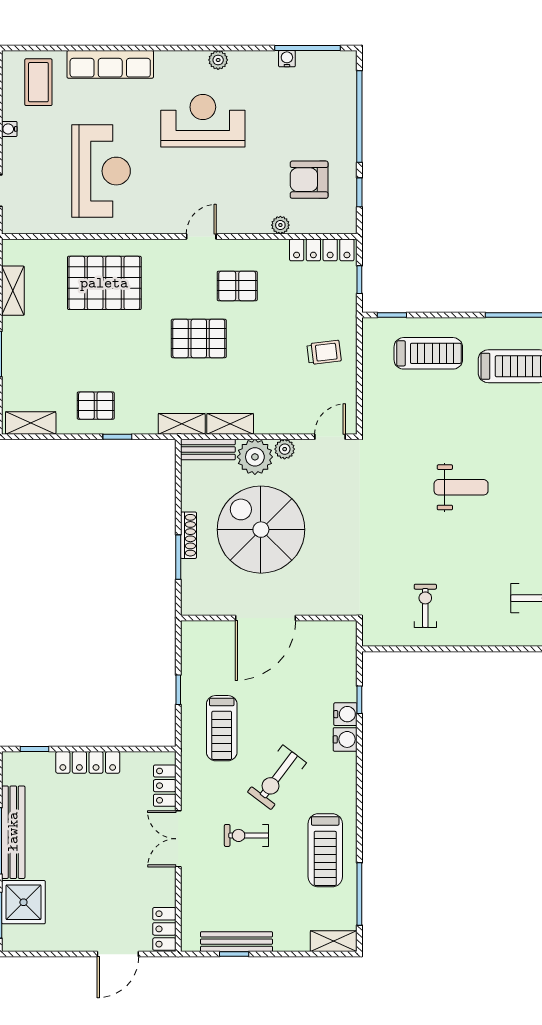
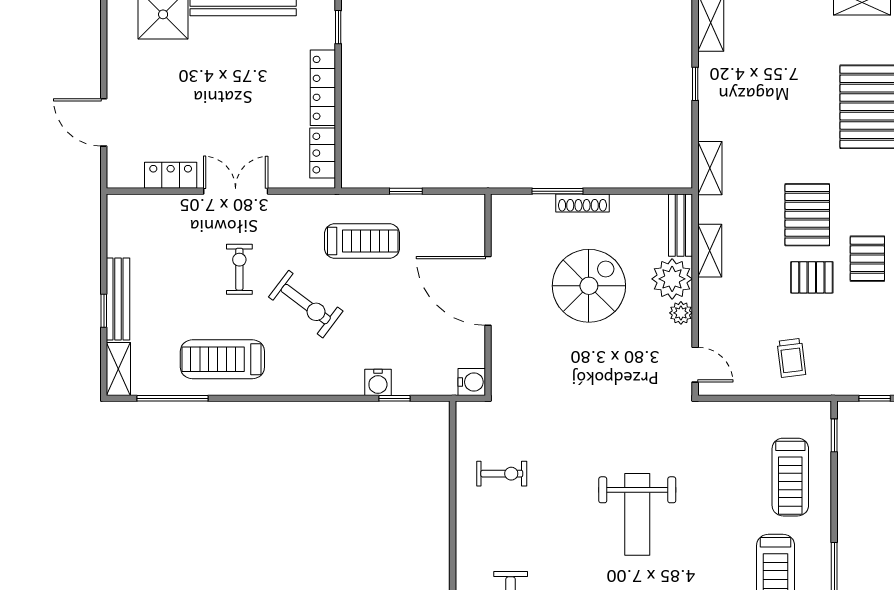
pallet: (96, 406) -> (812, 277), moved, turned 90
shelving: (182, 424) -> (710, 168), moved
window: (117, 437) -> (695, 84), moved
weight bench: (461, 487) -> (637, 514), width x1.36, depth x1.33
spiral stairs: (261, 530) -> (589, 286), width x0.73, depth x0.73
treadmill: (222, 728) -> (362, 241), turned 180
water cooler: (345, 739) -> (472, 382), moved, turned -90
exercise bike: (277, 777) -> (306, 304), turned 180
locker: (165, 786) -> (323, 153), moved, turned -90
locker: (164, 929) -> (171, 175), moved
bench: (237, 942) -> (118, 299), moved
window: (234, 954) -> (104, 311), moved

